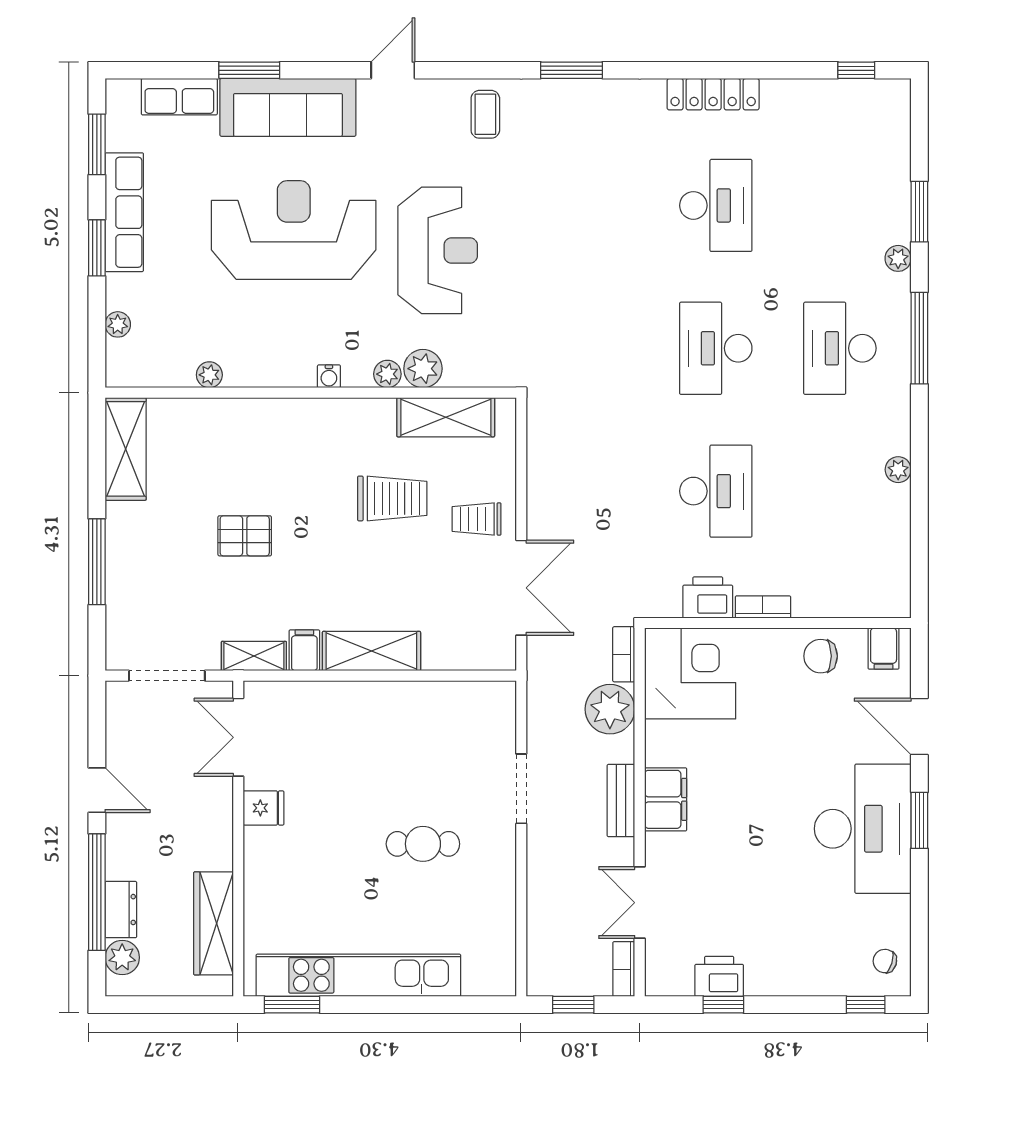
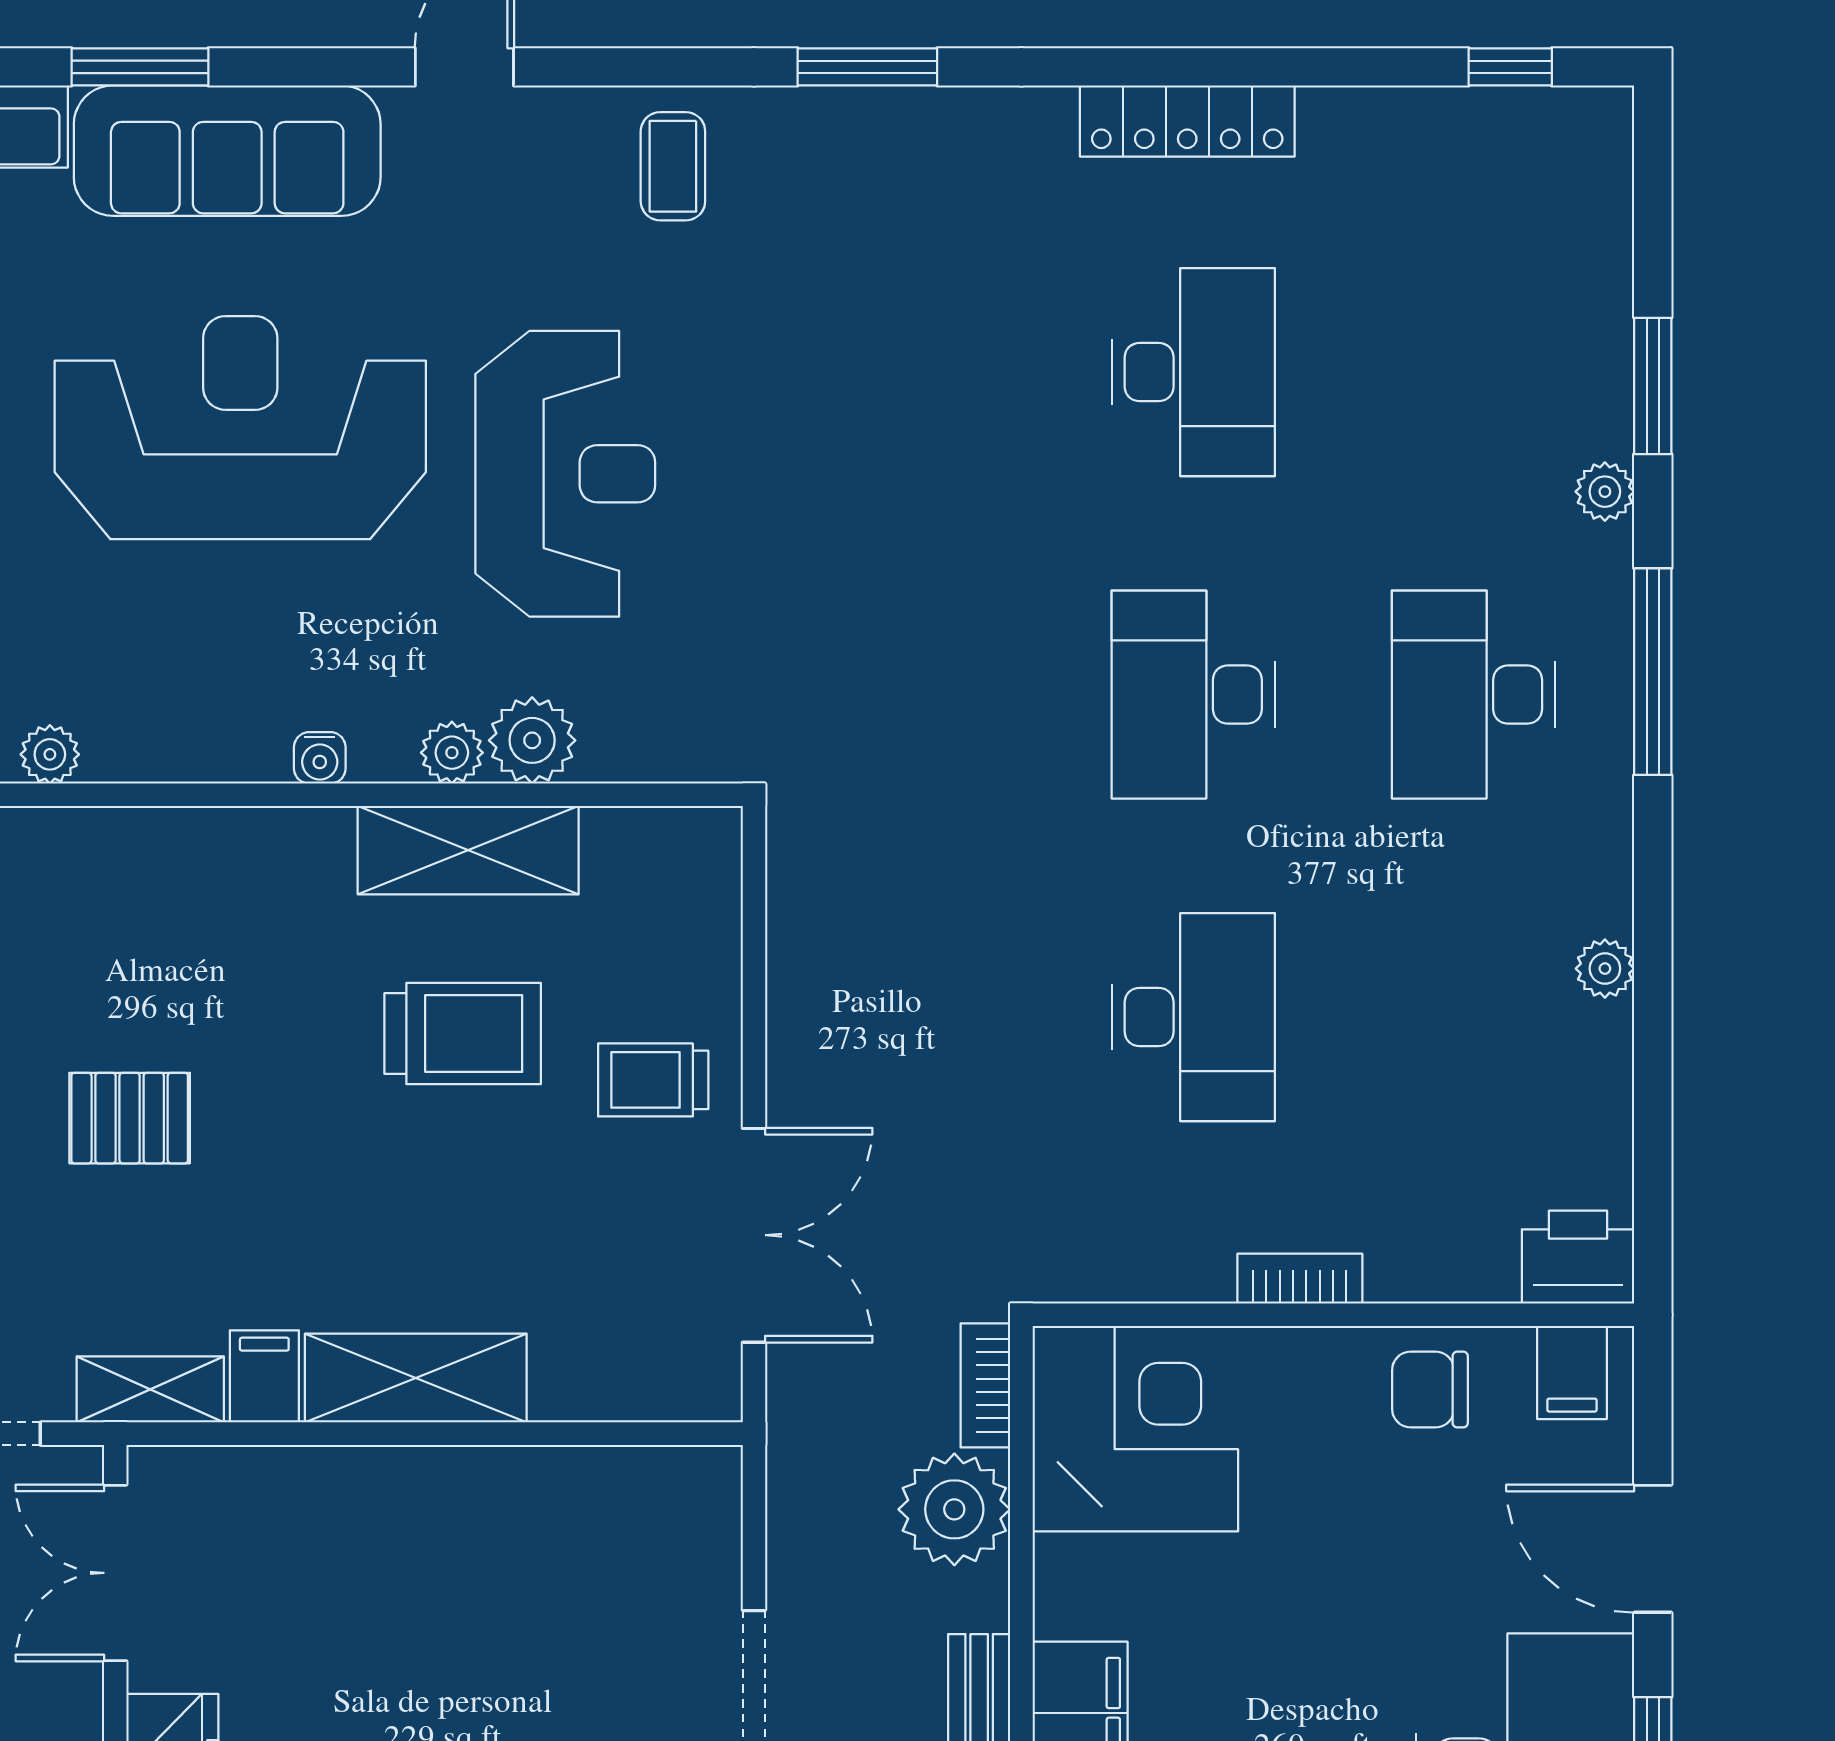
shelving: (446, 417) -> (468, 850), moved
printer: (708, 597) -> (1578, 1257), moved

